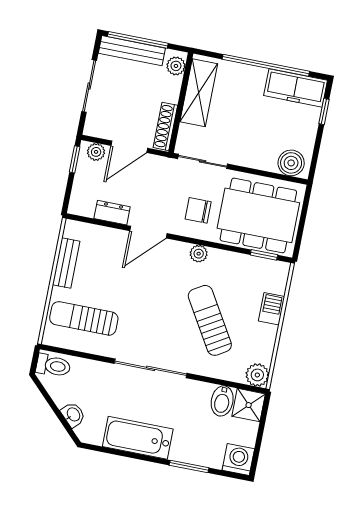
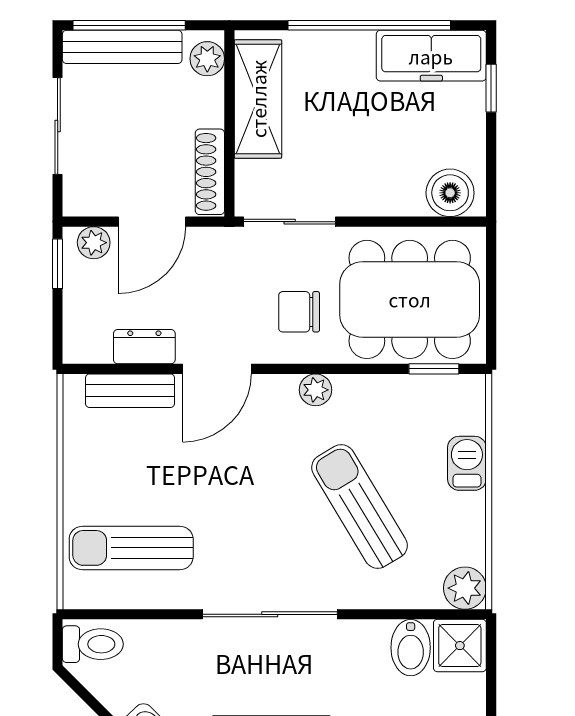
bench: (66, 263) -> (130, 391), moved, turned 90

